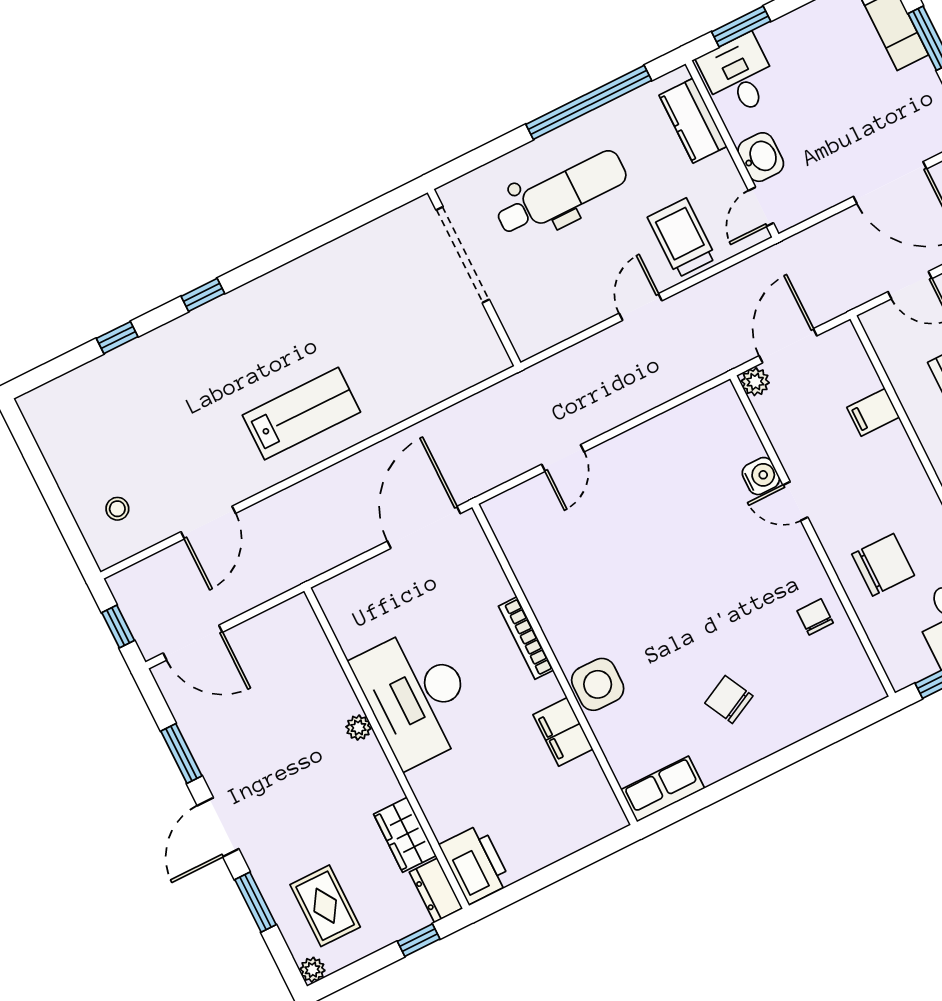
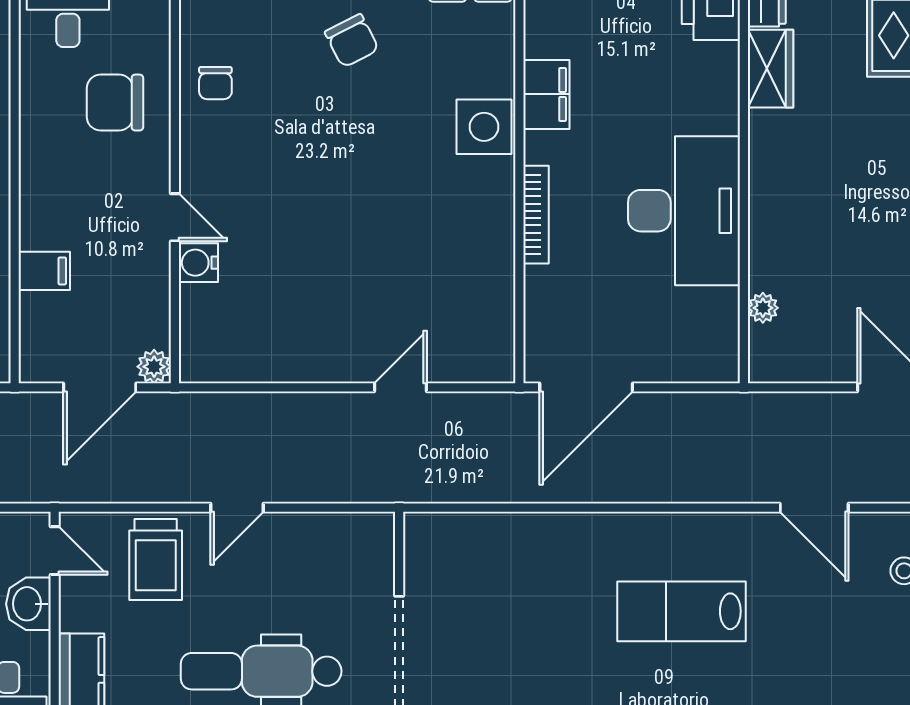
door: (761, 207) -> (55, 551), hinge flipped
lab bench: (301, 414) -> (682, 611), moved
door: (208, 523) -> (814, 508), swing flipped
plant: (358, 728) -> (763, 308), moved

